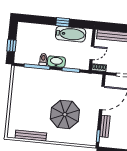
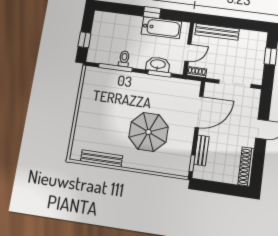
washbasin: (56, 62) -> (158, 64), moved

